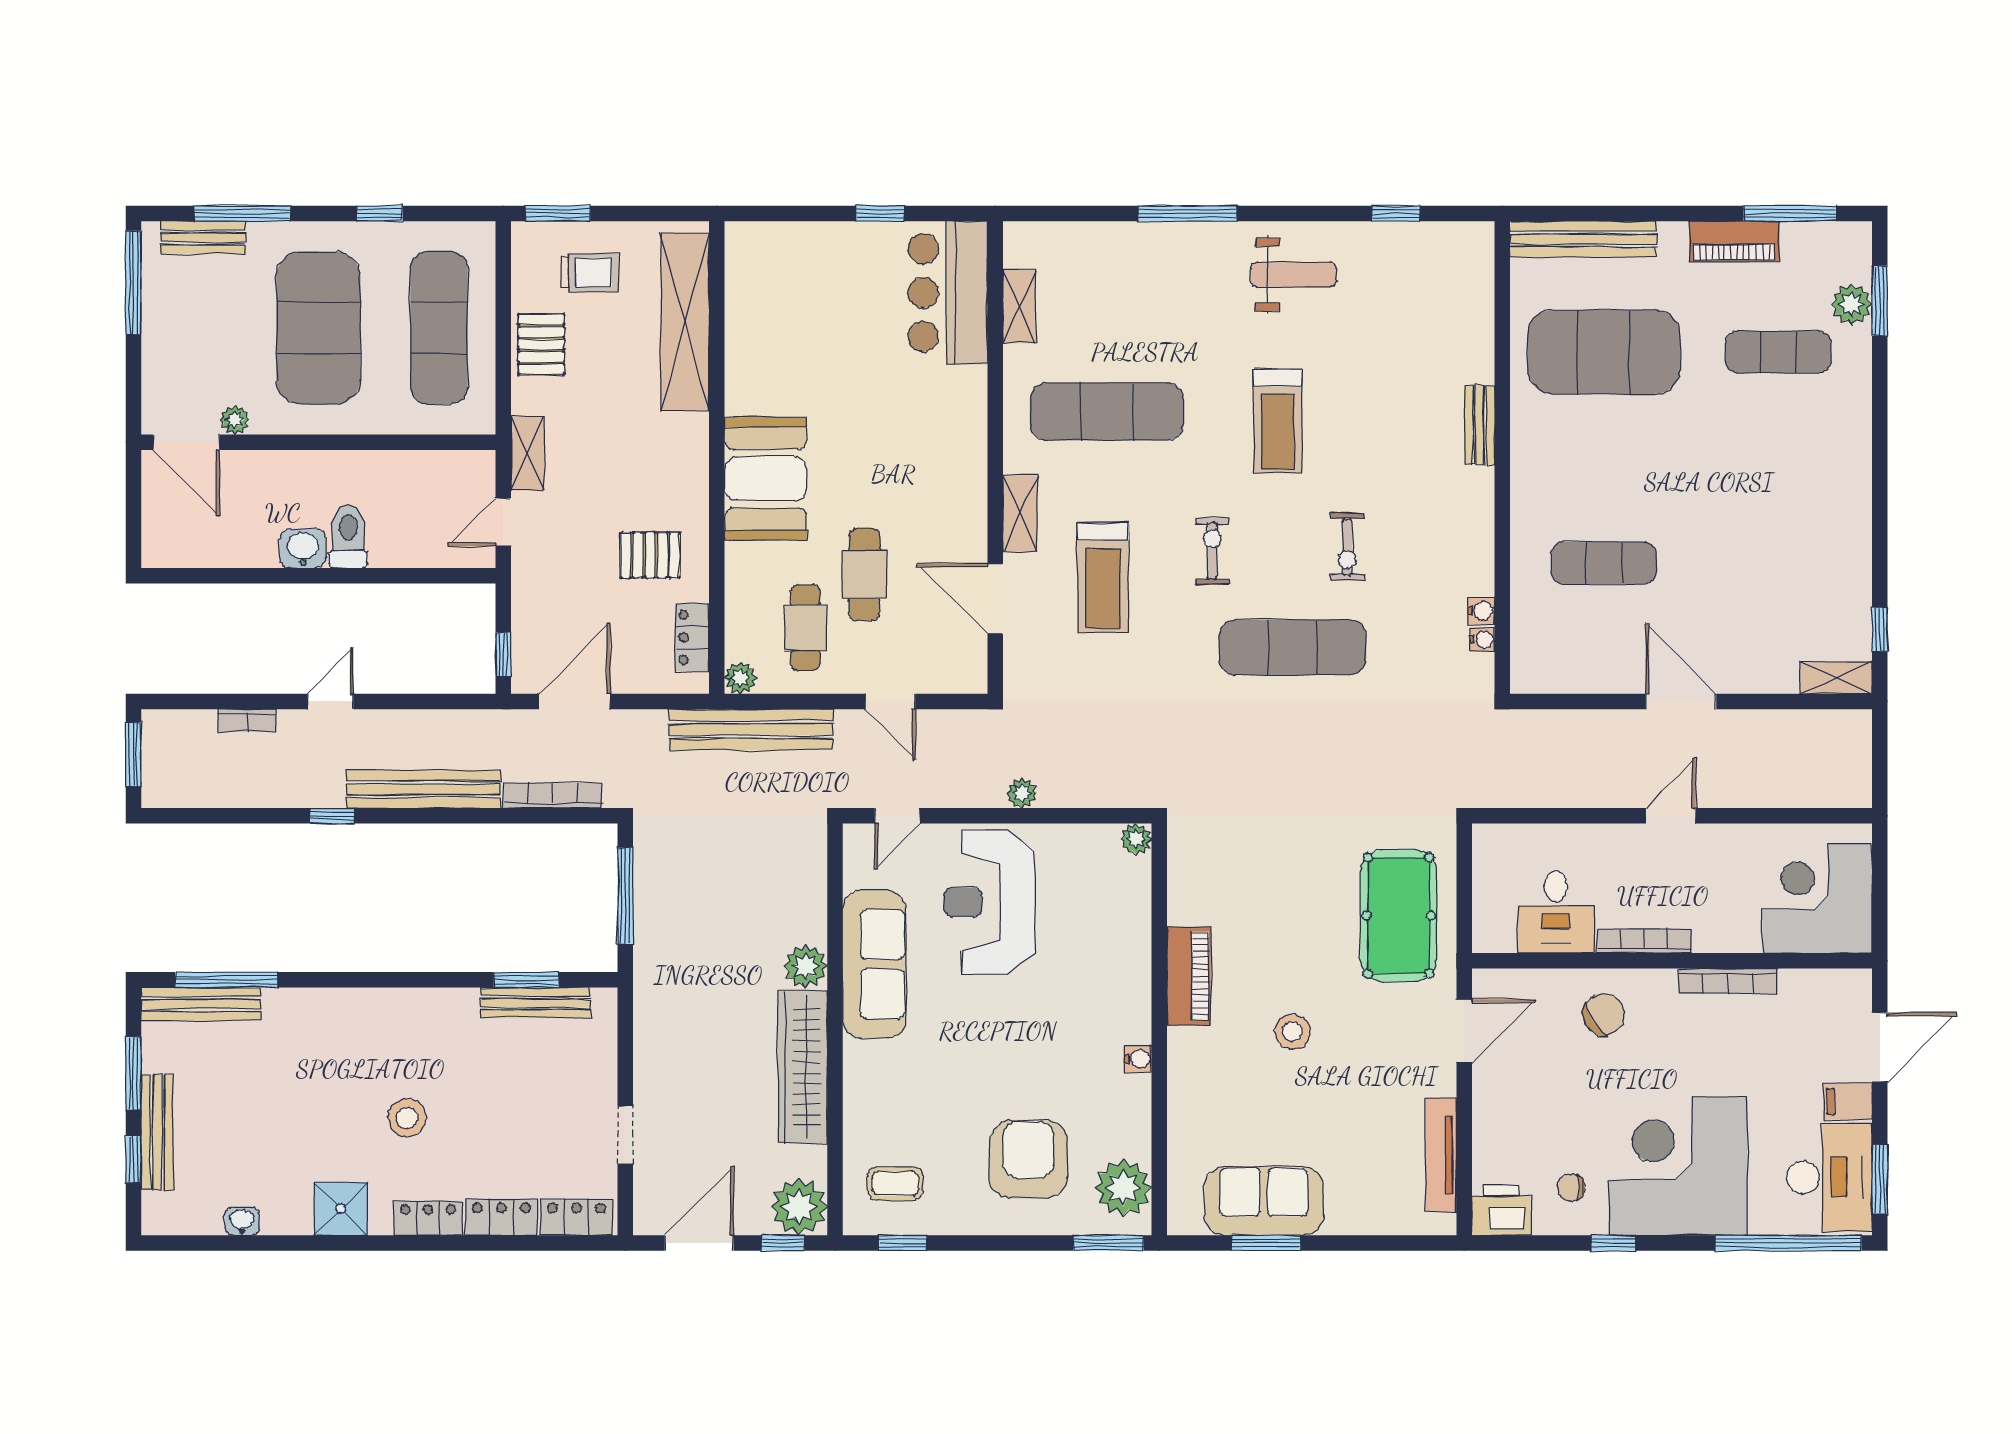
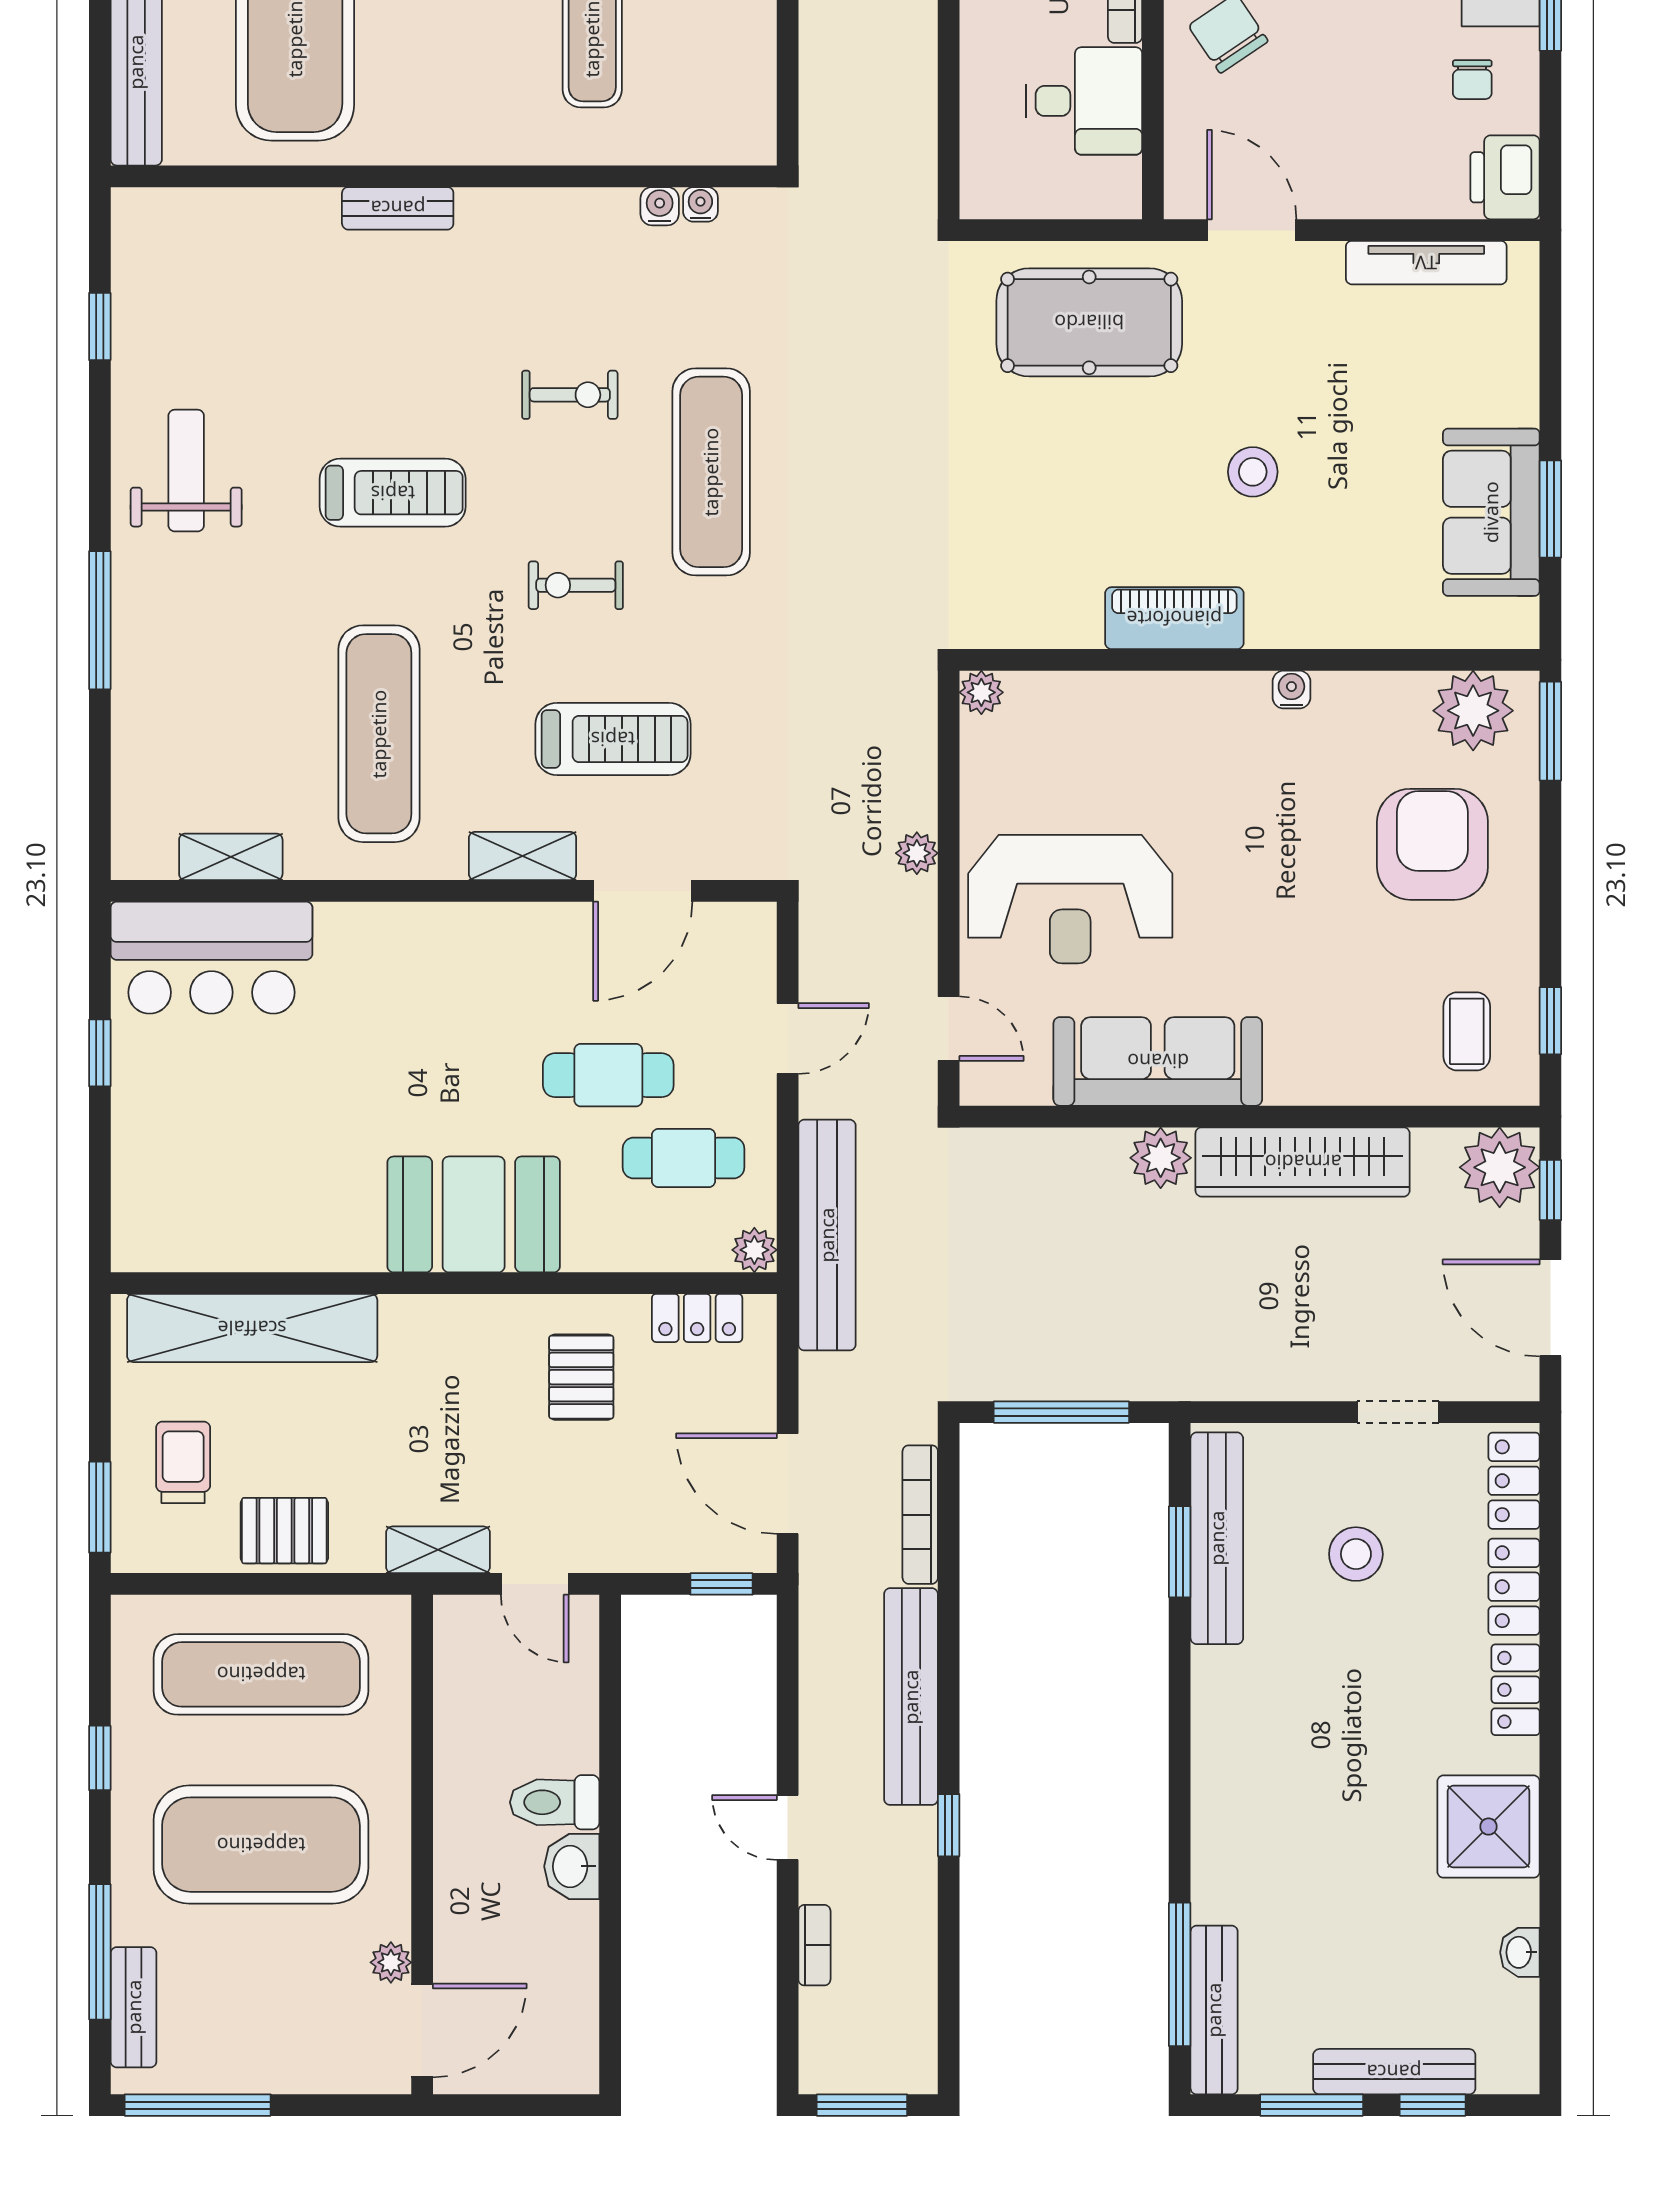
bench: (536, 1003) -> (1217, 1538), width x1.37, depth x1.21
stool: (407, 1118) -> (1356, 1554), moved
armchair: (1028, 1159) -> (1432, 844), turned 90
shower: (341, 1209) -> (1489, 1827), width x1.36, depth x1.36

